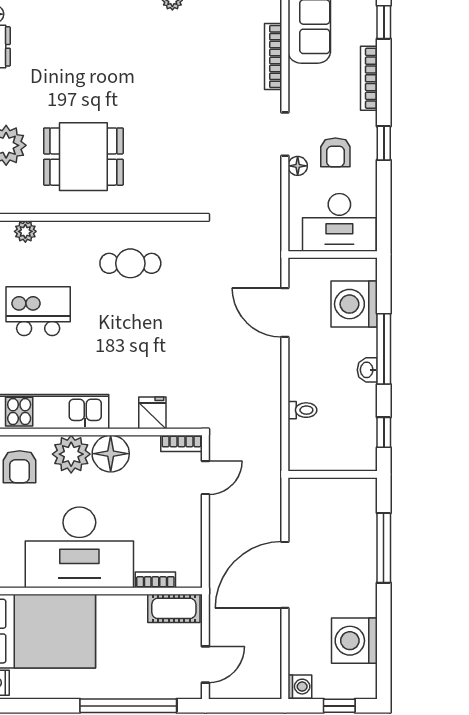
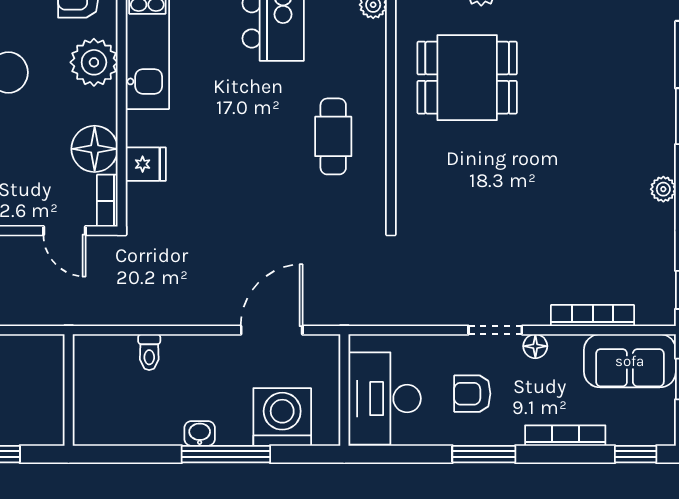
window: (384, 143) -> (484, 454), width x1.50
dining table: (83, 157) -> (467, 78), turned 90
floor lamp: (298, 166) -> (535, 346), moved
window: (384, 432) -> (121, 454), removed
floor lamp: (111, 454) -> (95, 149), moved

